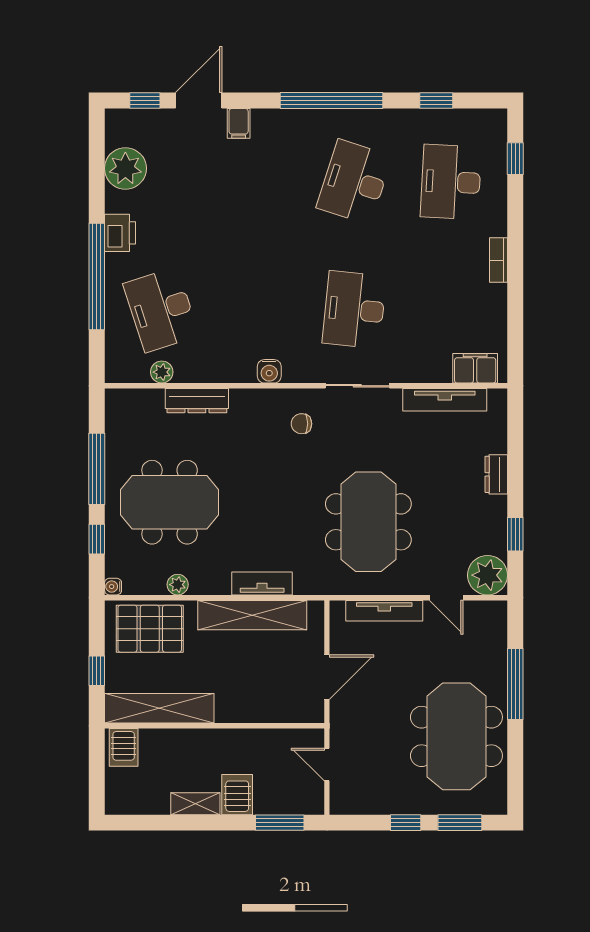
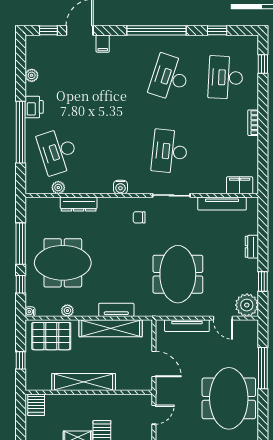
plant: (125, 168) -> (32, 75), width x0.53, depth x0.53
door: (327, 677) -> (154, 364), hinge flipped
shelving: (159, 708) -> (84, 382), moved
door: (327, 764) -> (154, 415), swing flipped

